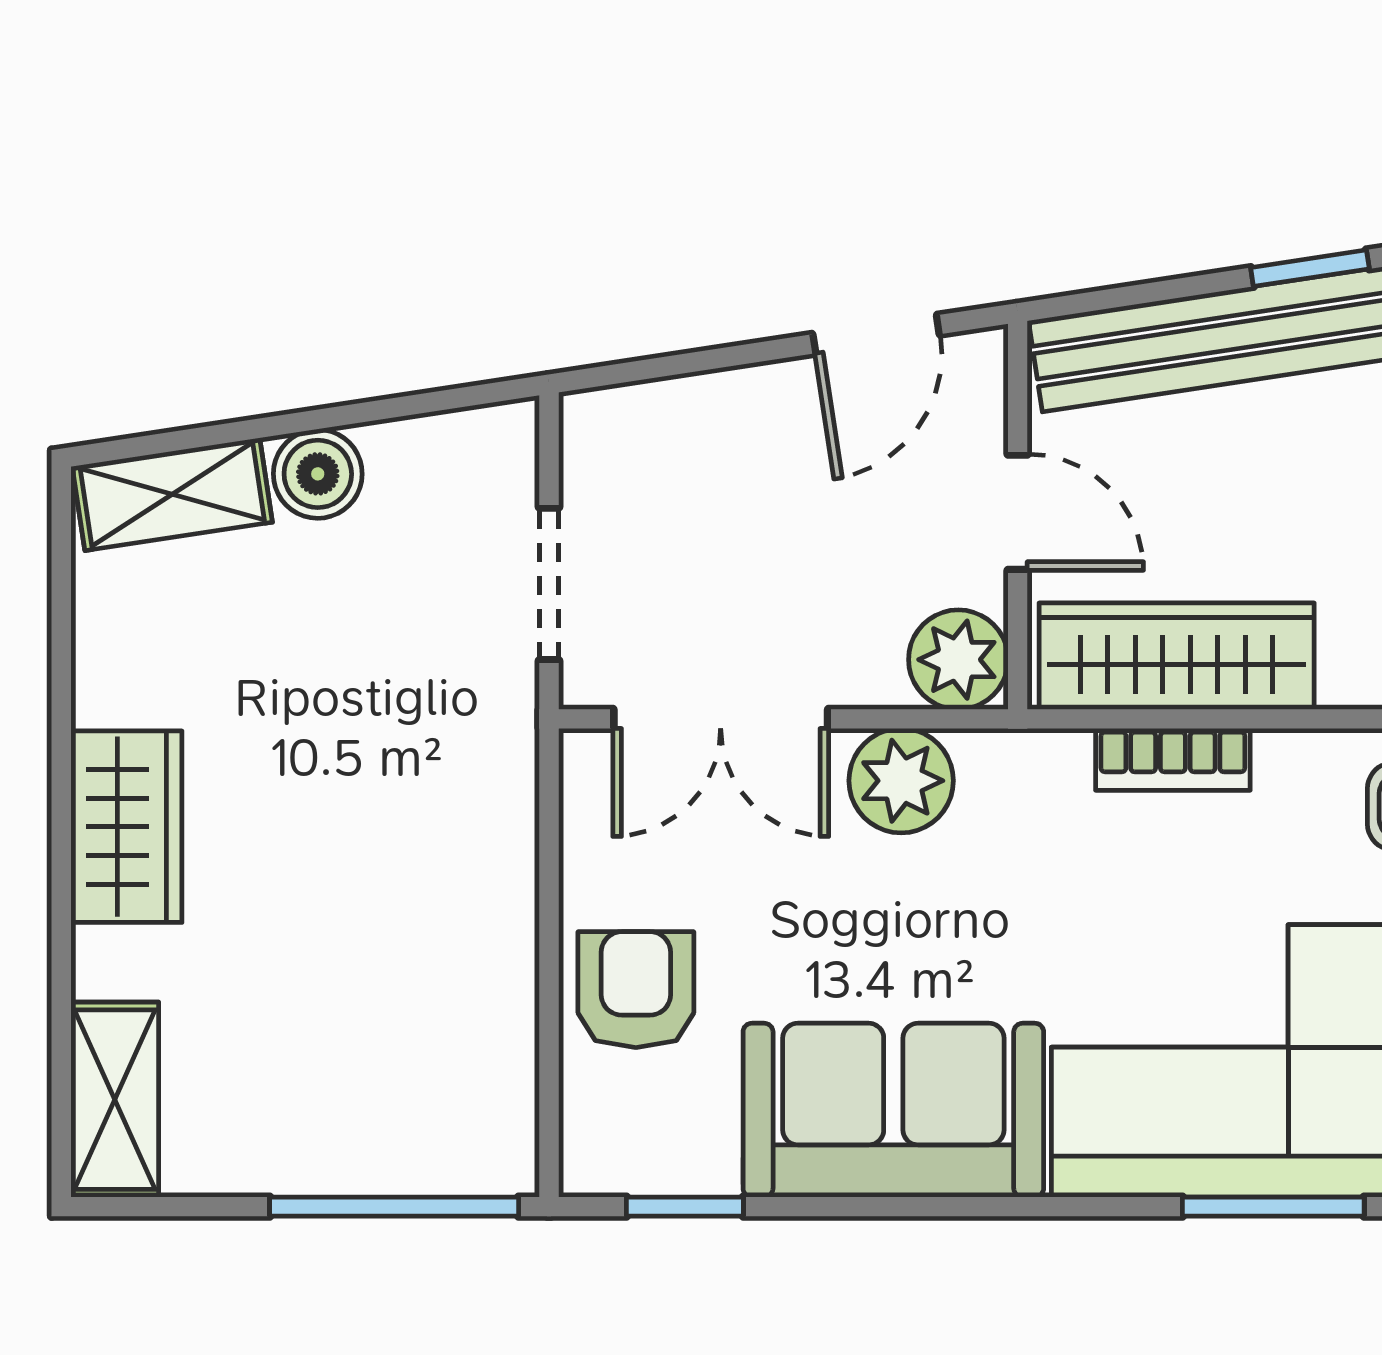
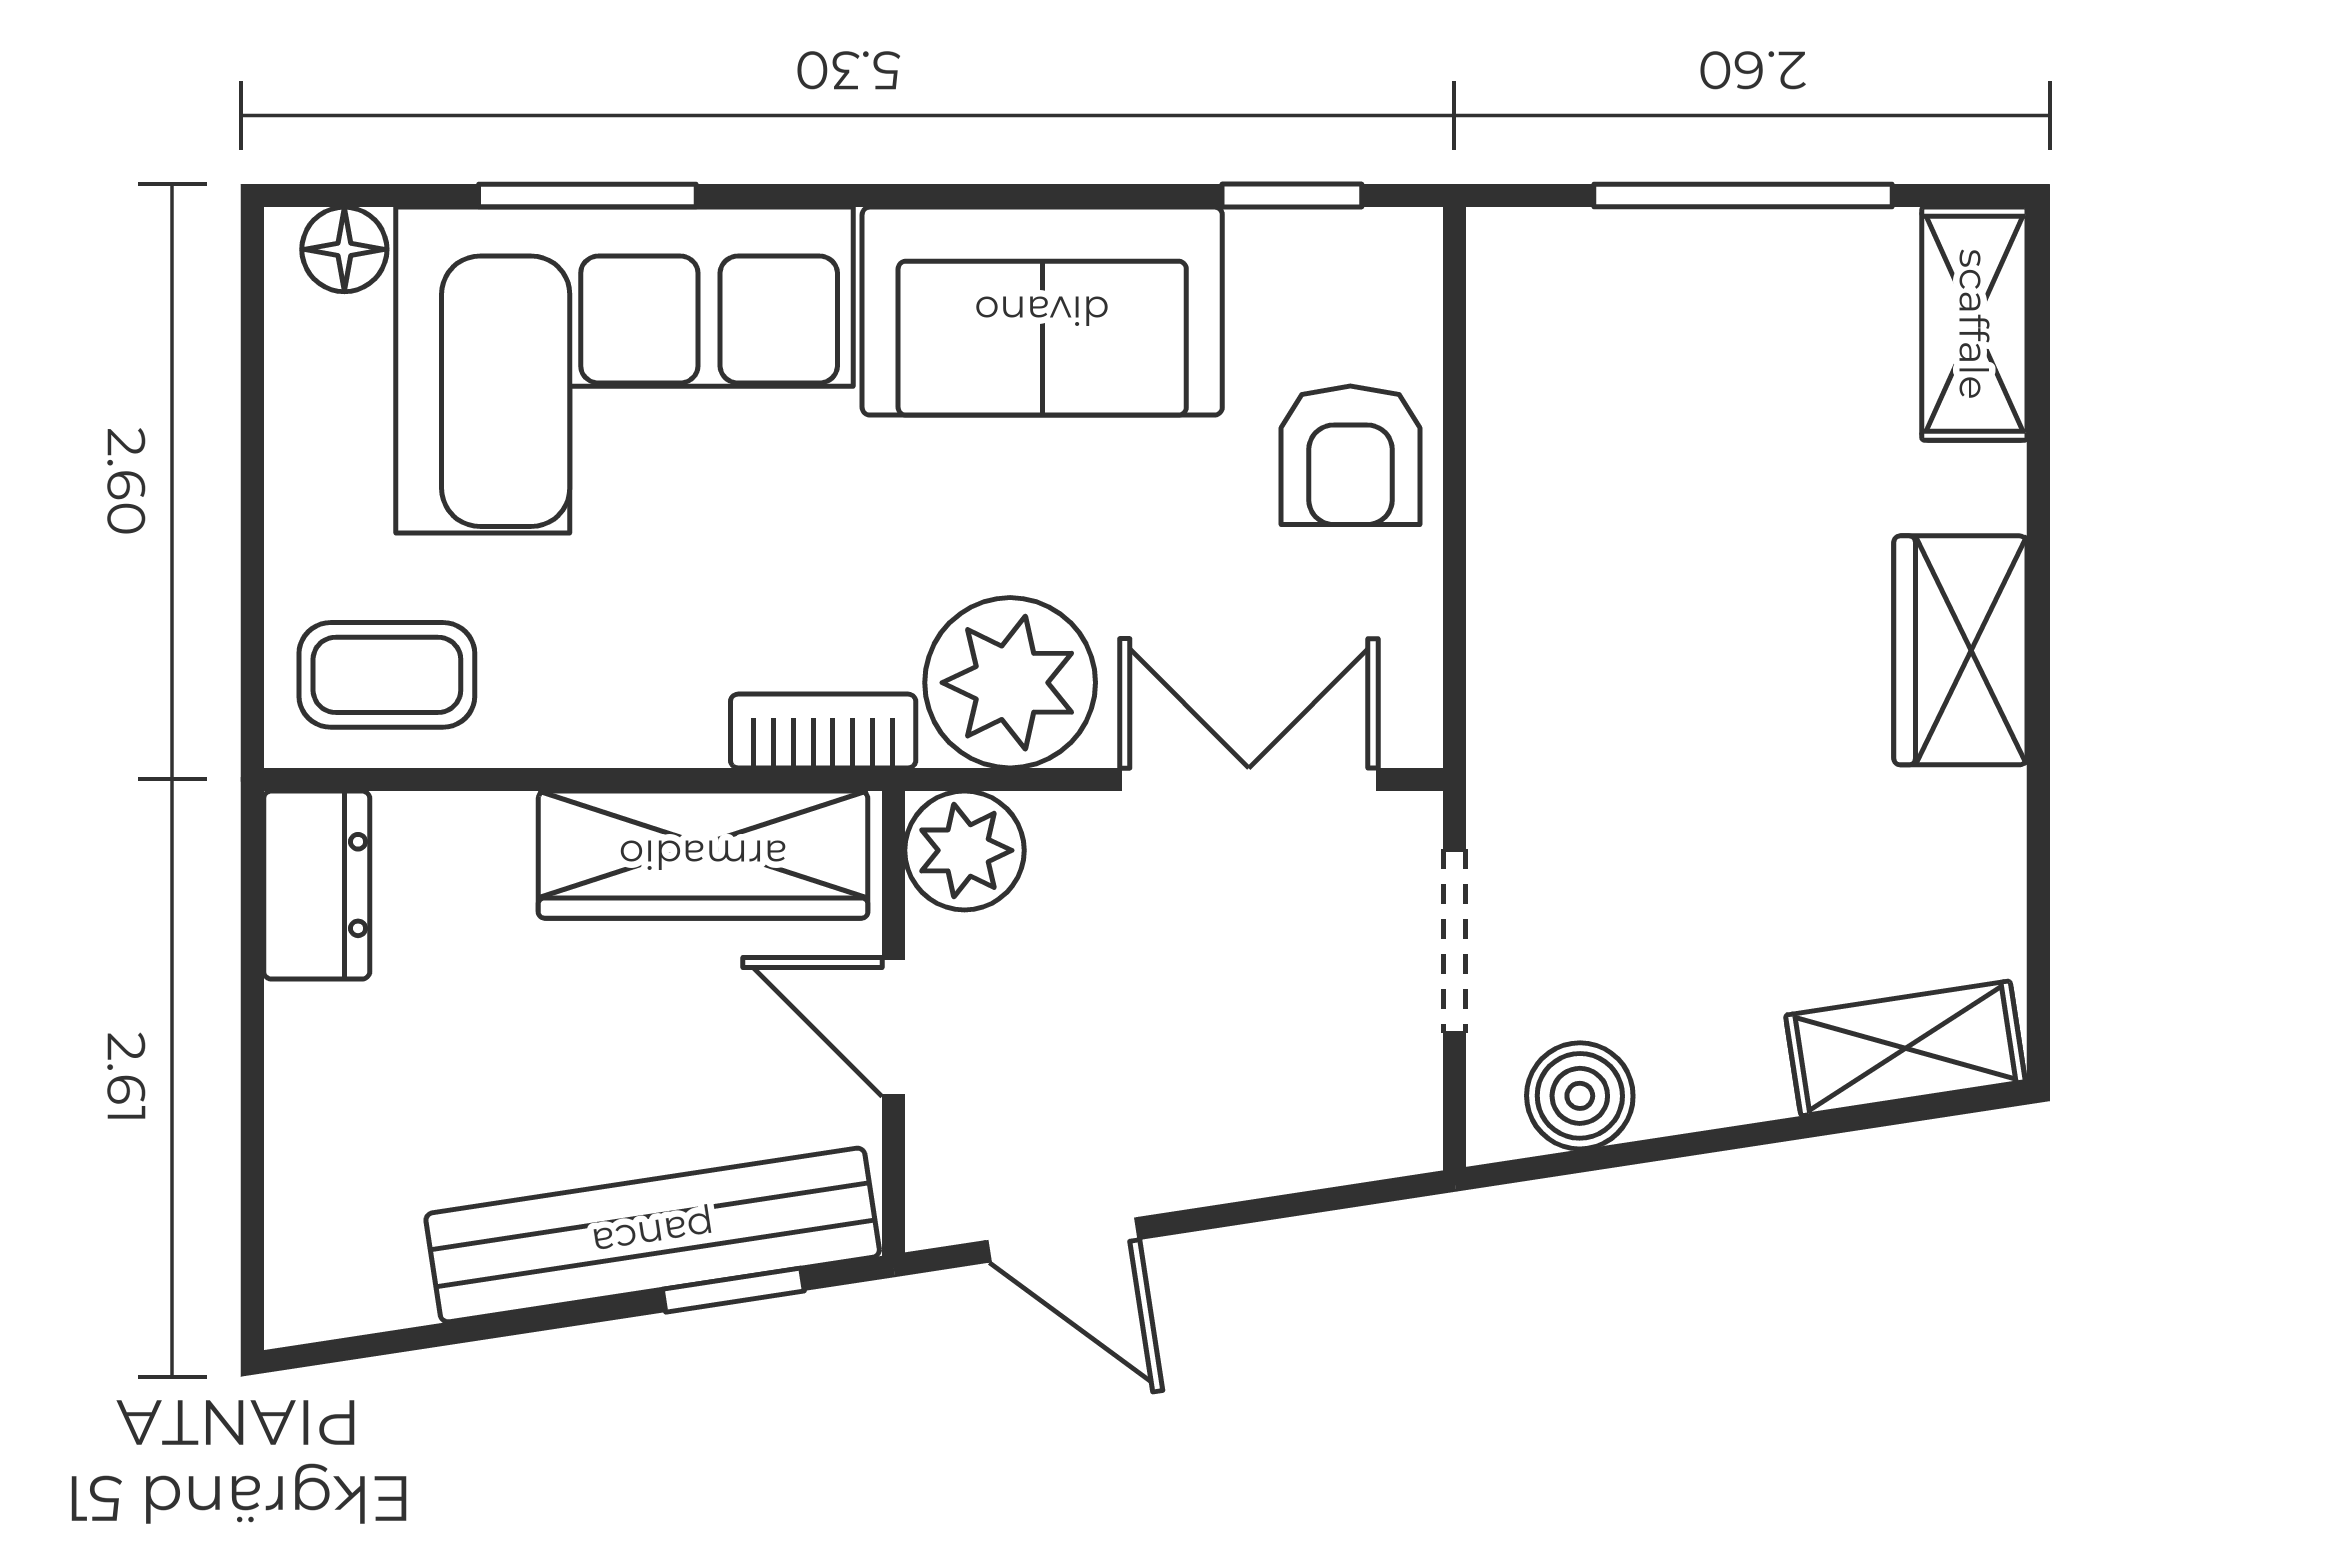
window: (1310, 268) -> (733, 1290), moved
door: (876, 334) -> (1063, 1240), swing flipped
boiler: (318, 474) -> (1580, 1096), moved
bookcase: (1173, 759) -> (823, 731), moved
plant: (901, 781) -> (1010, 683), width x1.36, depth x1.36
window: (394, 1207) -> (1743, 196), moved

